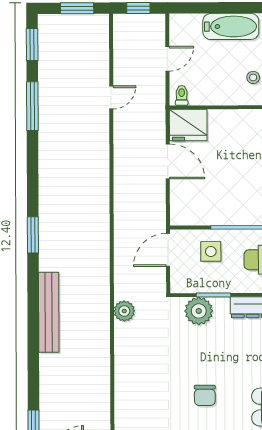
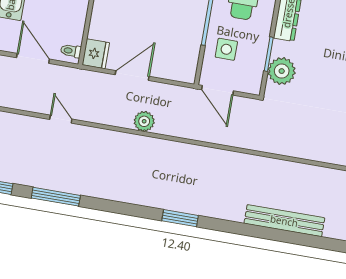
door: (167, 59) -> (33, 58), width x1.37
fridge: (188, 125) -> (96, 54), width x0.73, depth x0.75
plant: (124, 311) -> (144, 121), moved
bench: (49, 312) -> (284, 221), moved

